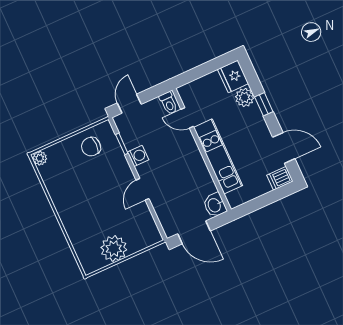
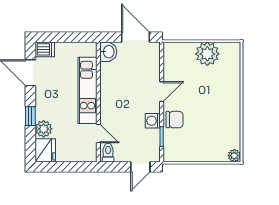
chair: (91, 147) -> (174, 120), moved

